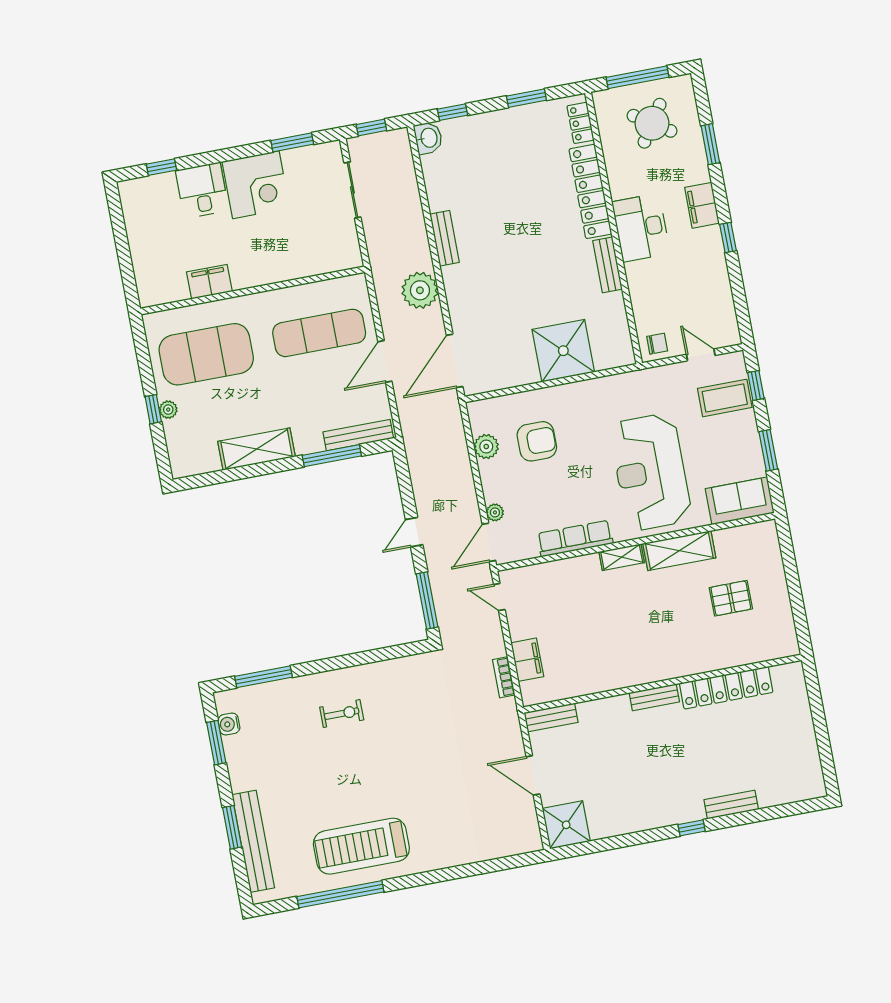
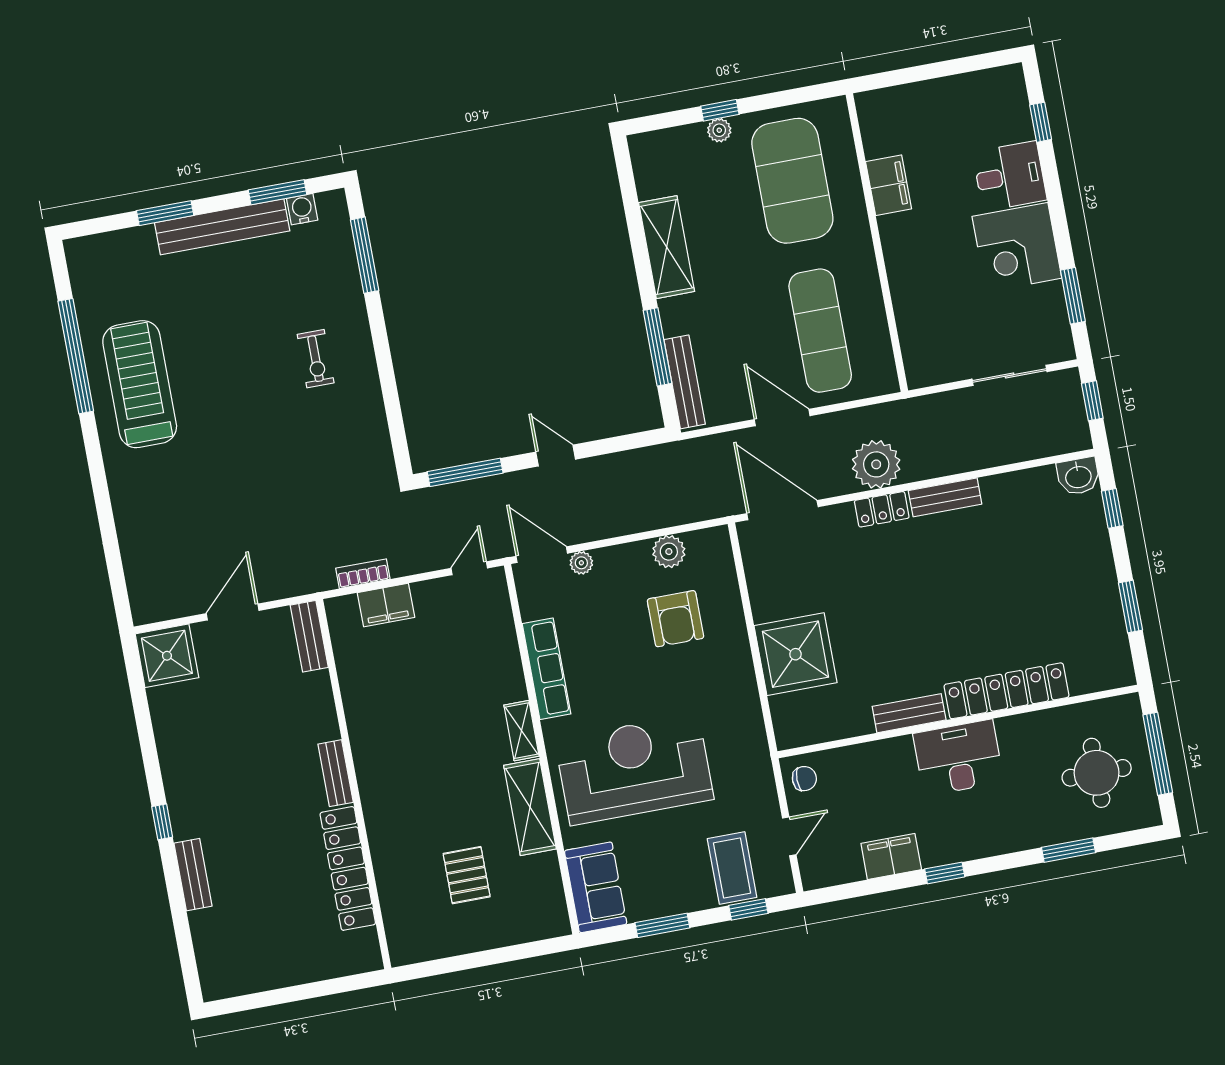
locker: (580, 123) -> (882, 509), moved, turned 180
round table: (652, 123) -> (1097, 773), turned -33
filing cabinet: (702, 205) -> (891, 857), moved
chair: (657, 344) -> (804, 779), turned -90
bench: (253, 841) -> (222, 227), moved

